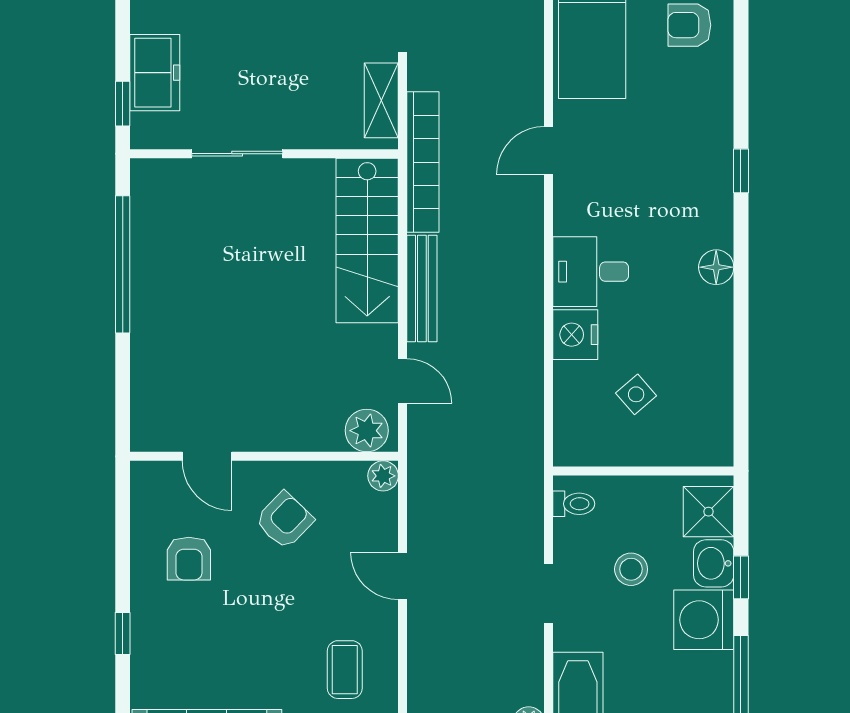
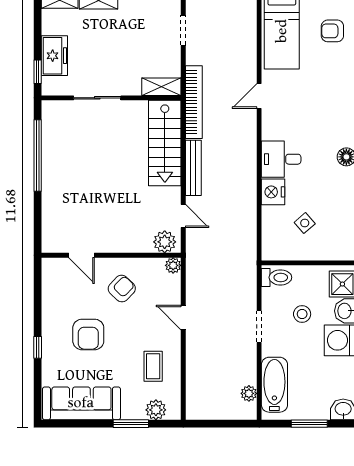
shelving: (381, 100) -> (161, 87), moved, turned 90
toilet: (574, 504) -> (276, 277), width x1.37, depth x1.39
armchair: (189, 559) -> (88, 334), moved, width x1.38, depth x1.38

